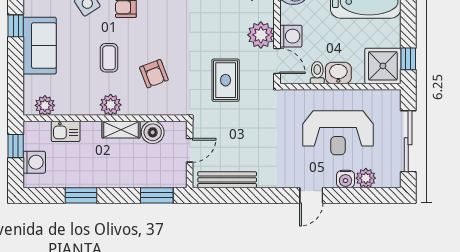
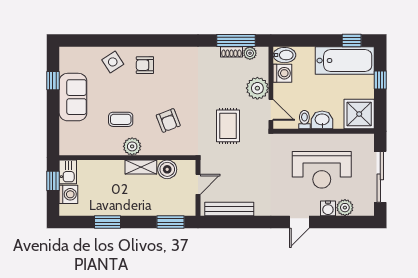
washing machine: (291, 36) -> (282, 73), moved
coffee table: (109, 58) -> (121, 119), moved, turned 90
window: (408, 59) -> (380, 80), moved
plant: (45, 105) -> (77, 147), removed
kitchen sink: (66, 131) -> (68, 172), moved, turned -90

